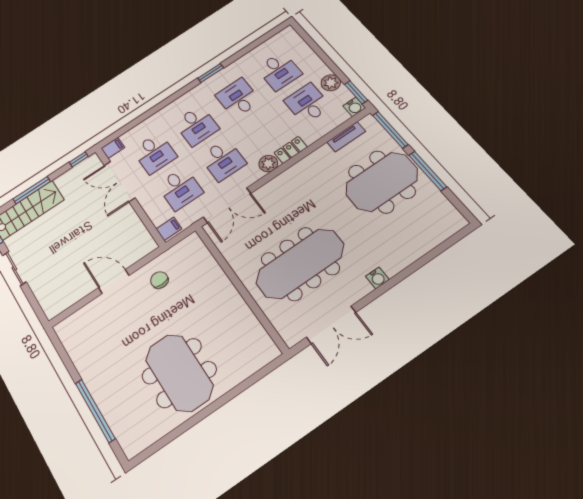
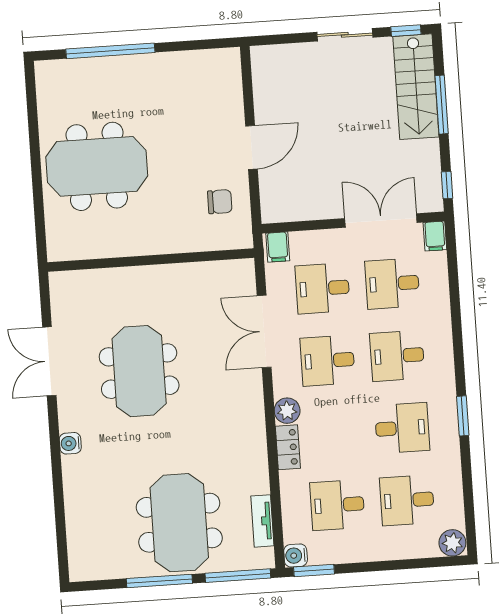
plant: (331, 83) -> (452, 543), moved
desk: (307, 104) -> (337, 505), turned 180
meeting table: (300, 264) -> (139, 371), width x0.73
wall: (240, 288) -> (151, 260), moved

